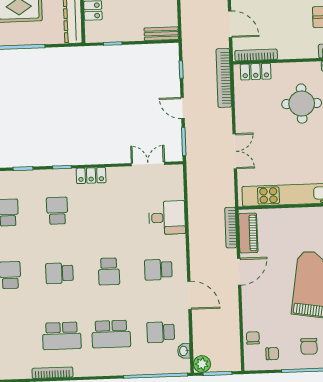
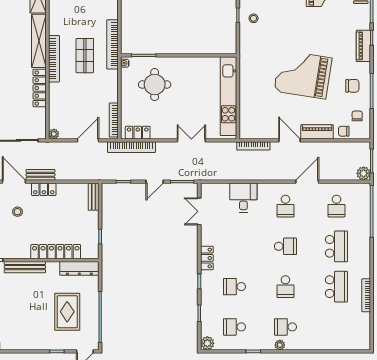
locker: (256, 72) -> (138, 133), moved, turned -90
piano: (248, 233) -> (317, 132), moved
washbasin: (184, 351) -> (352, 188), removed

